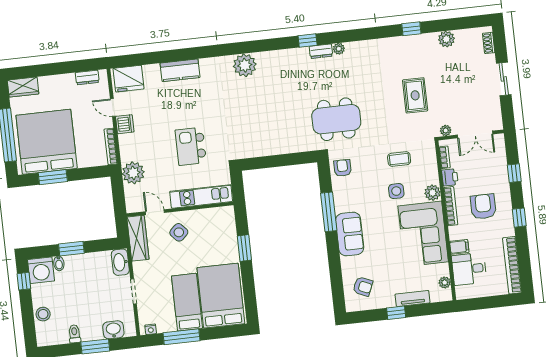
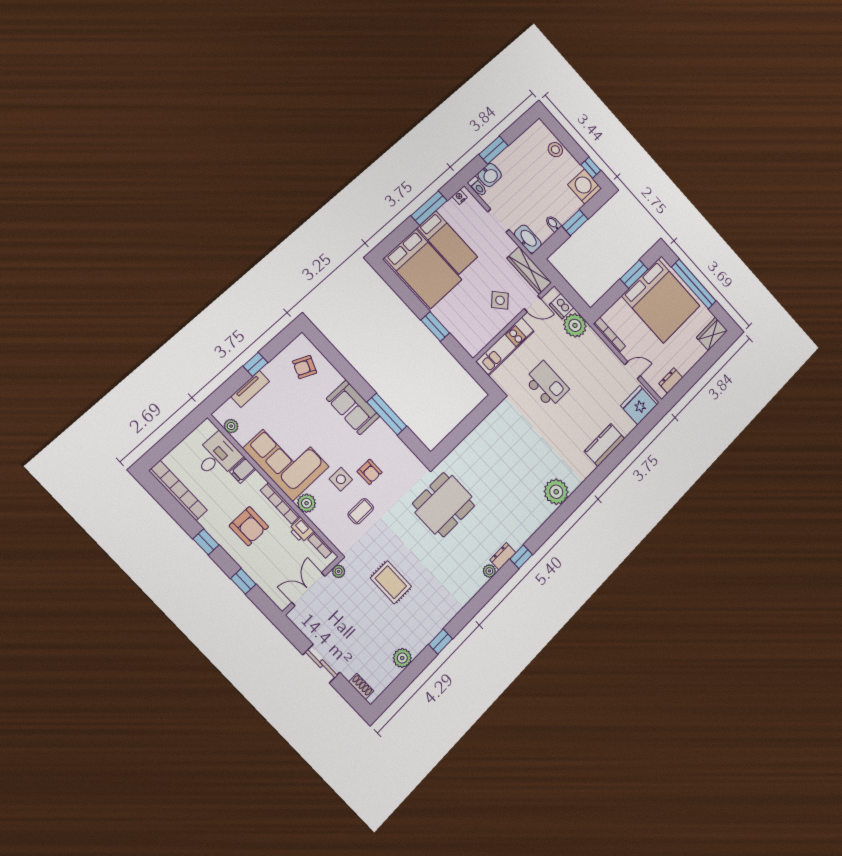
dishwasher: (125, 124) -> (562, 306), moved
armchair: (342, 168) -> (370, 472), moved
bidet: (59, 263) -> (553, 223), moved
toilet: (75, 334) -> (478, 187), moved

